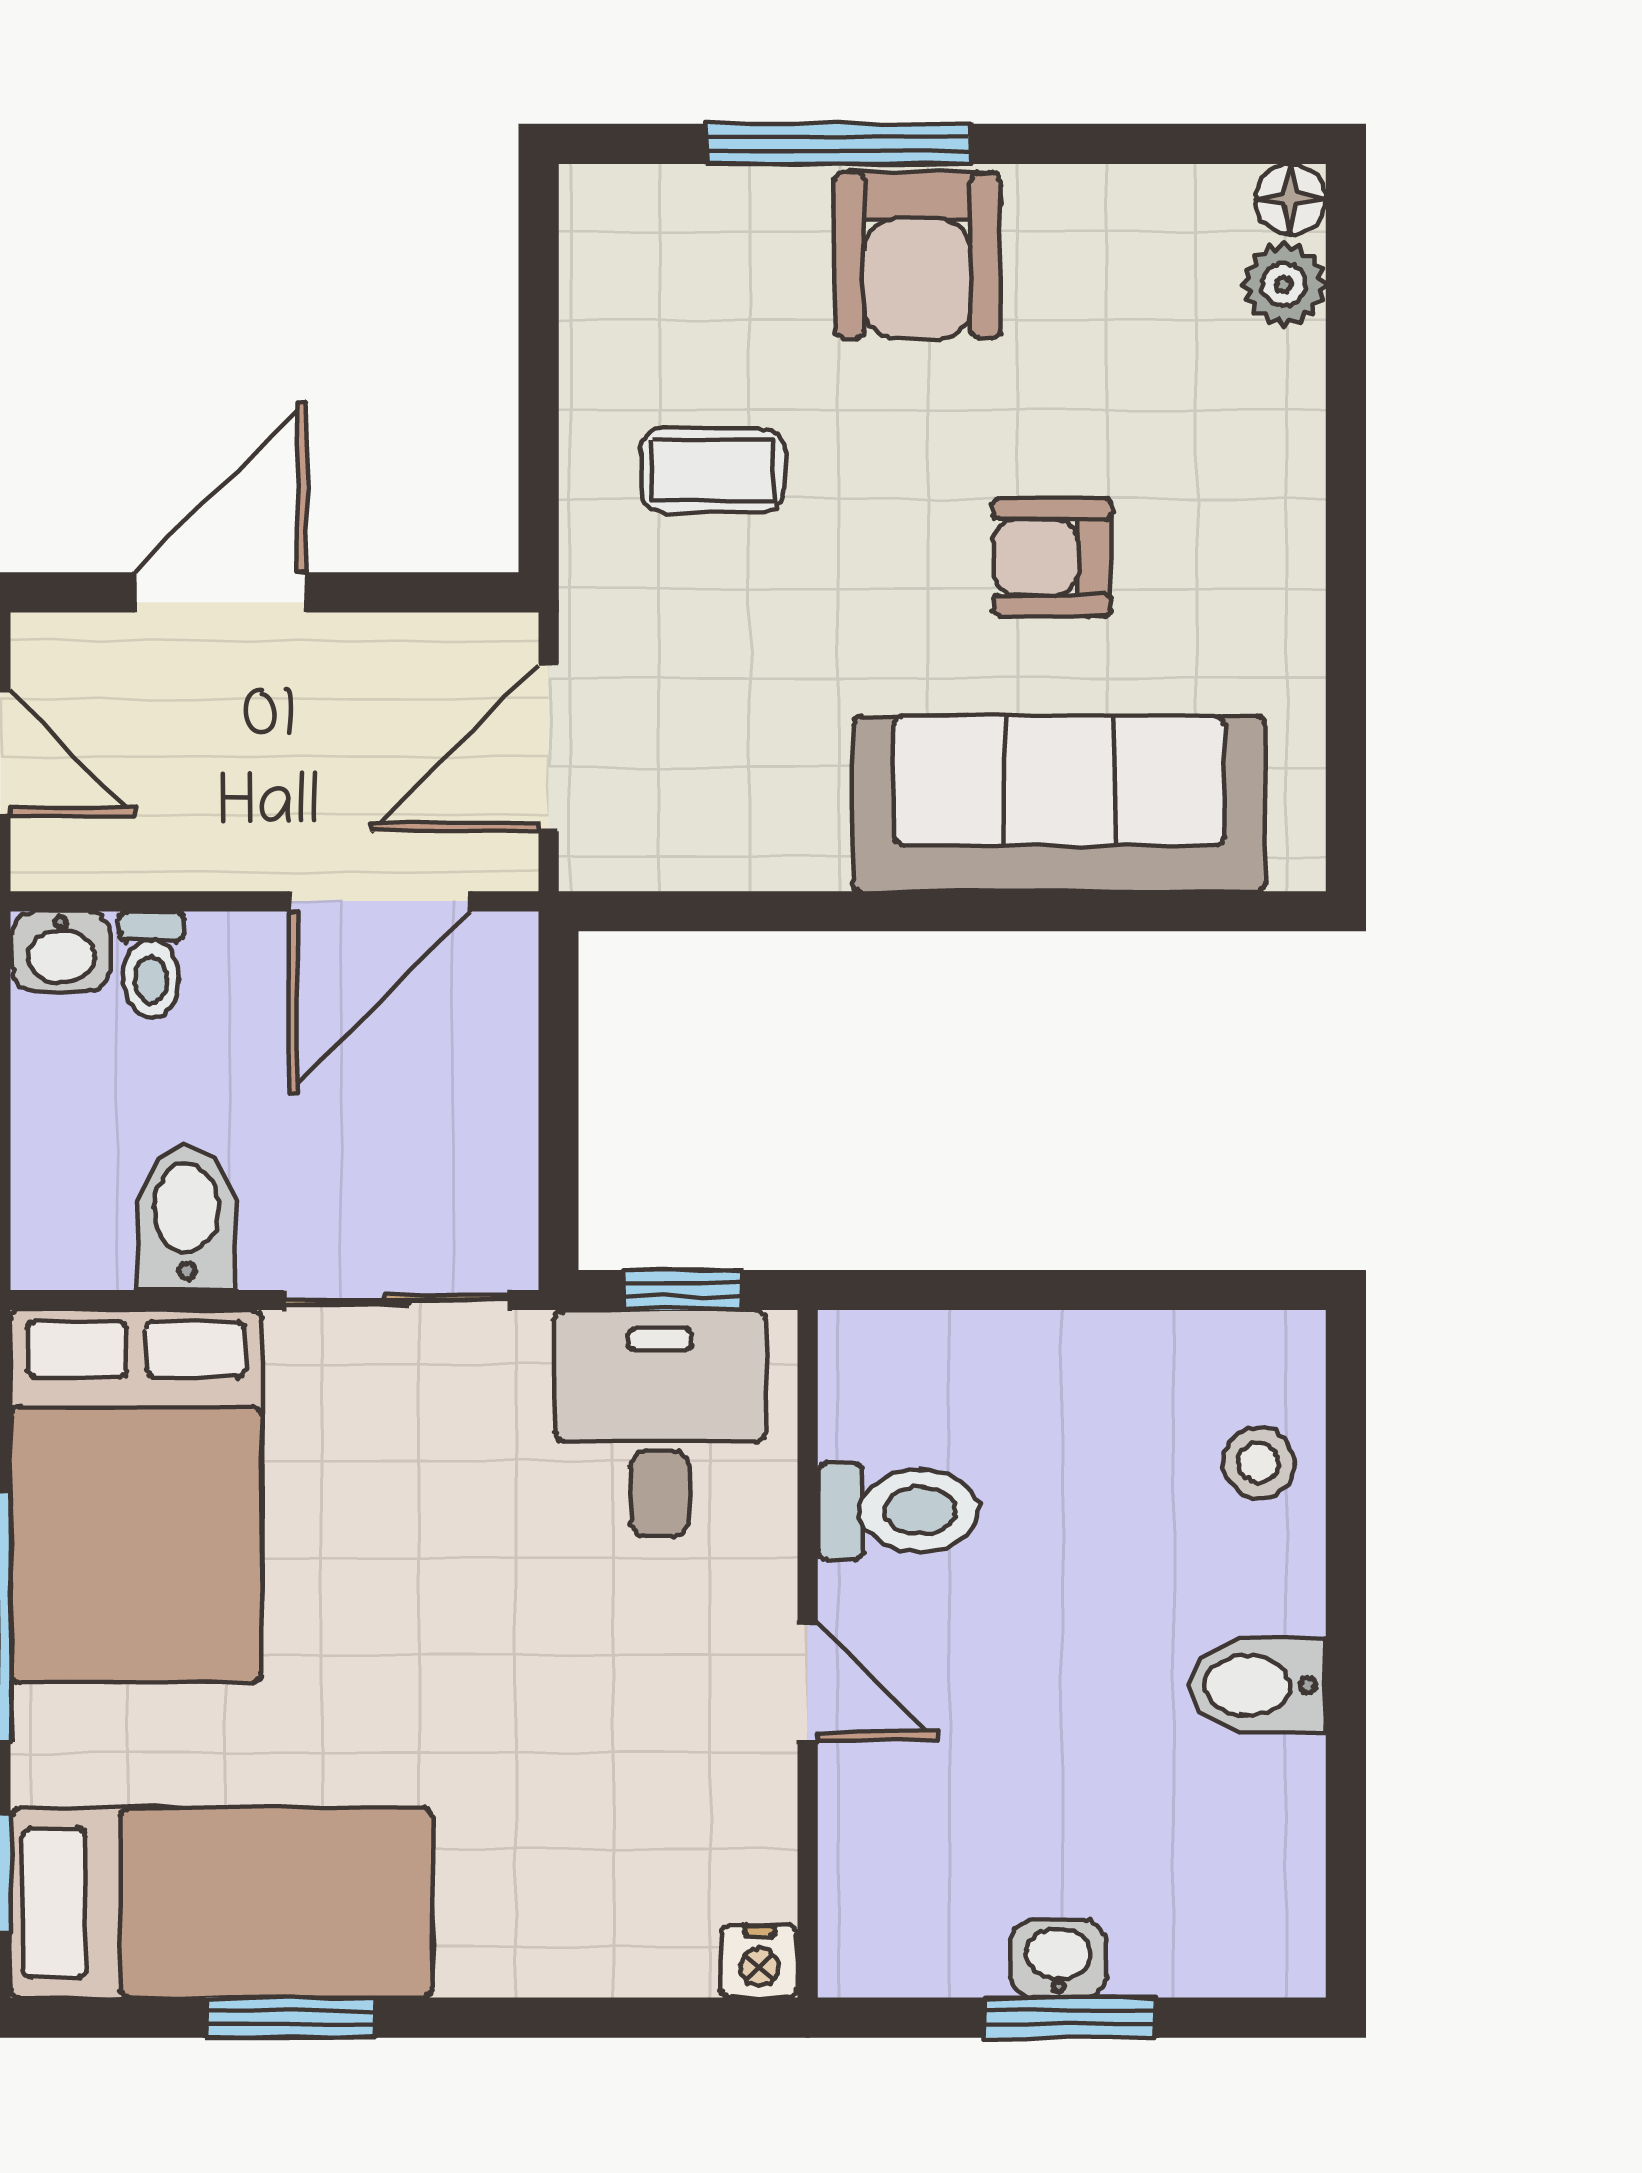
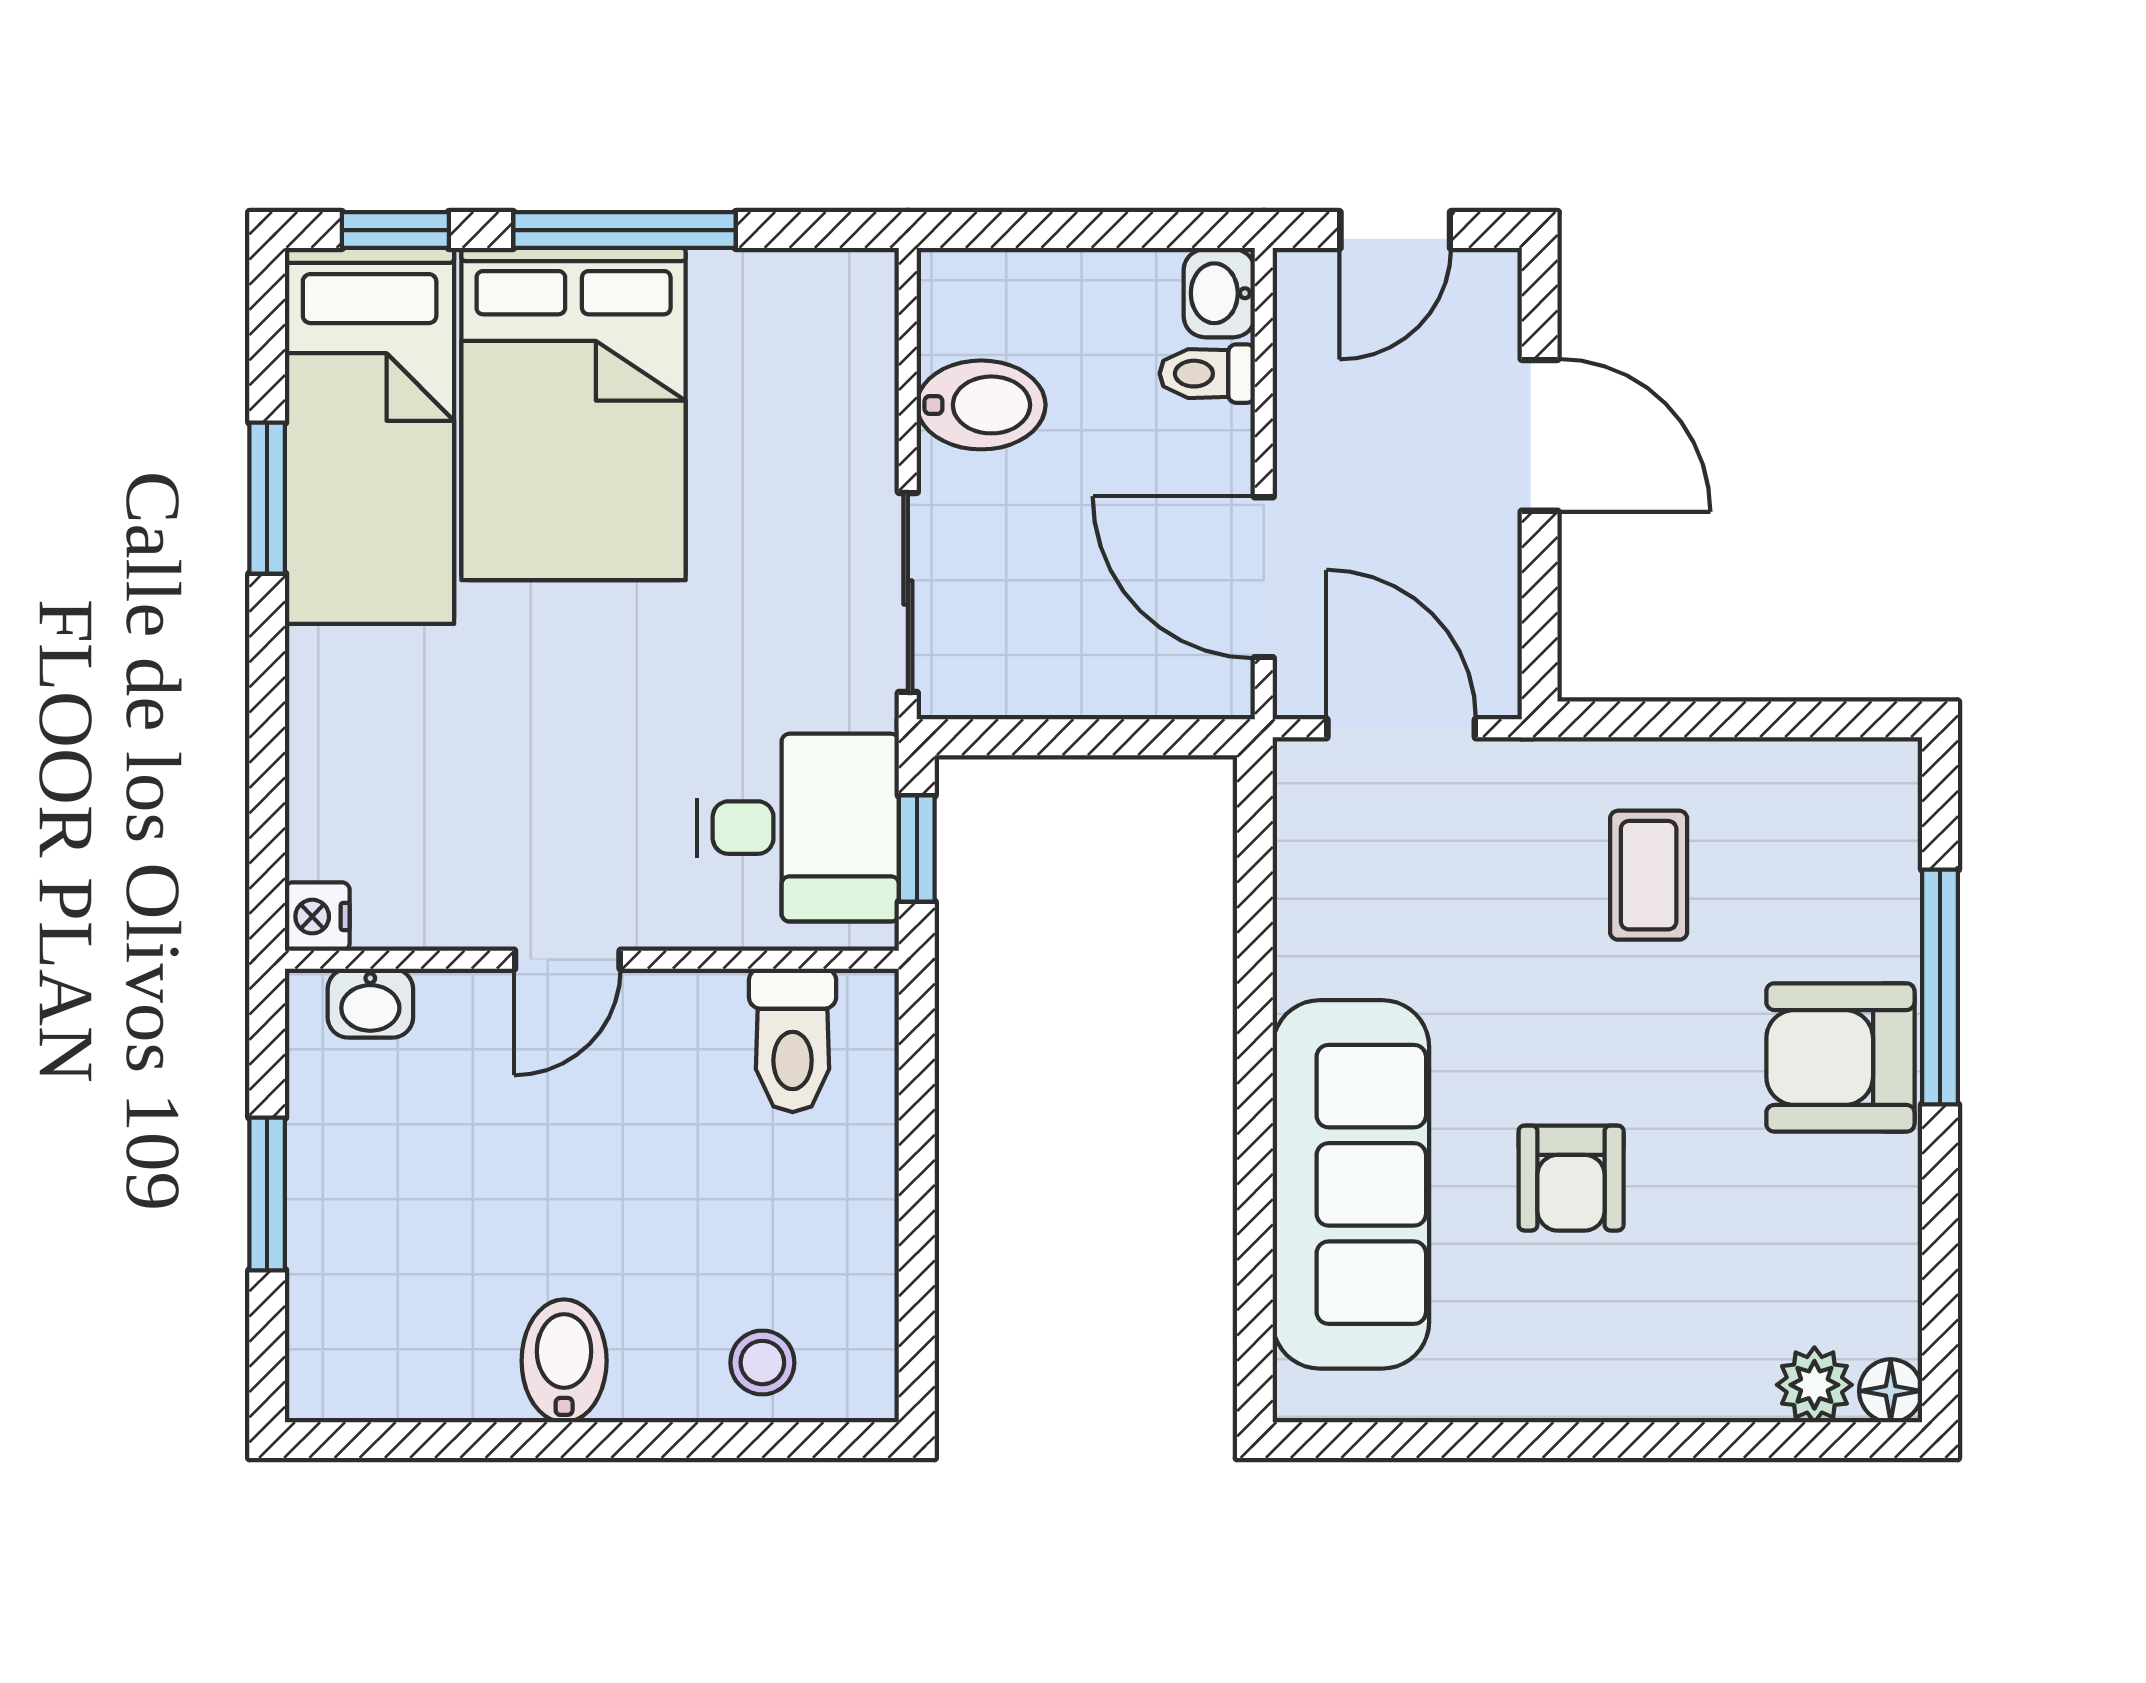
armchair: (1052, 557) -> (1571, 1178), turned 180
bed: (136, 1496) -> (574, 414), moved, turned -90
toilet: (898, 1511) -> (793, 1040), moved
washbasin: (1058, 1959) -> (370, 1003), moved, turned 90

